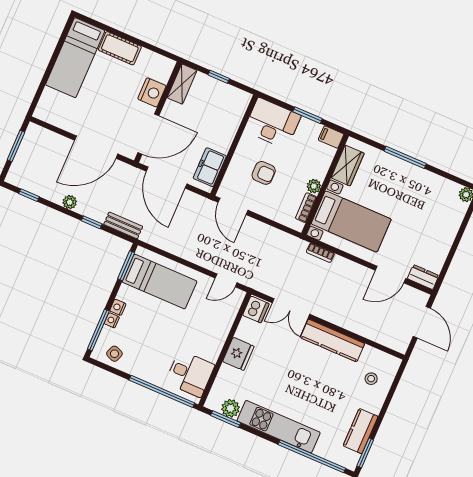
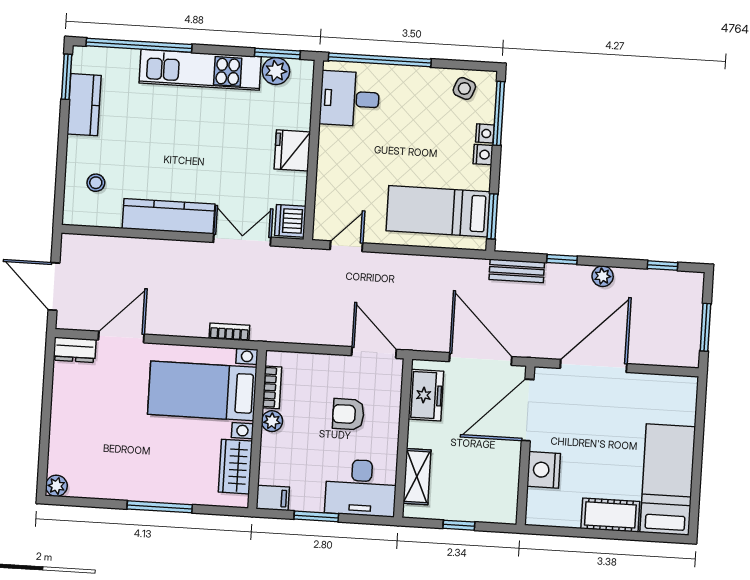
shelving: (182, 84) -> (417, 477), moved

